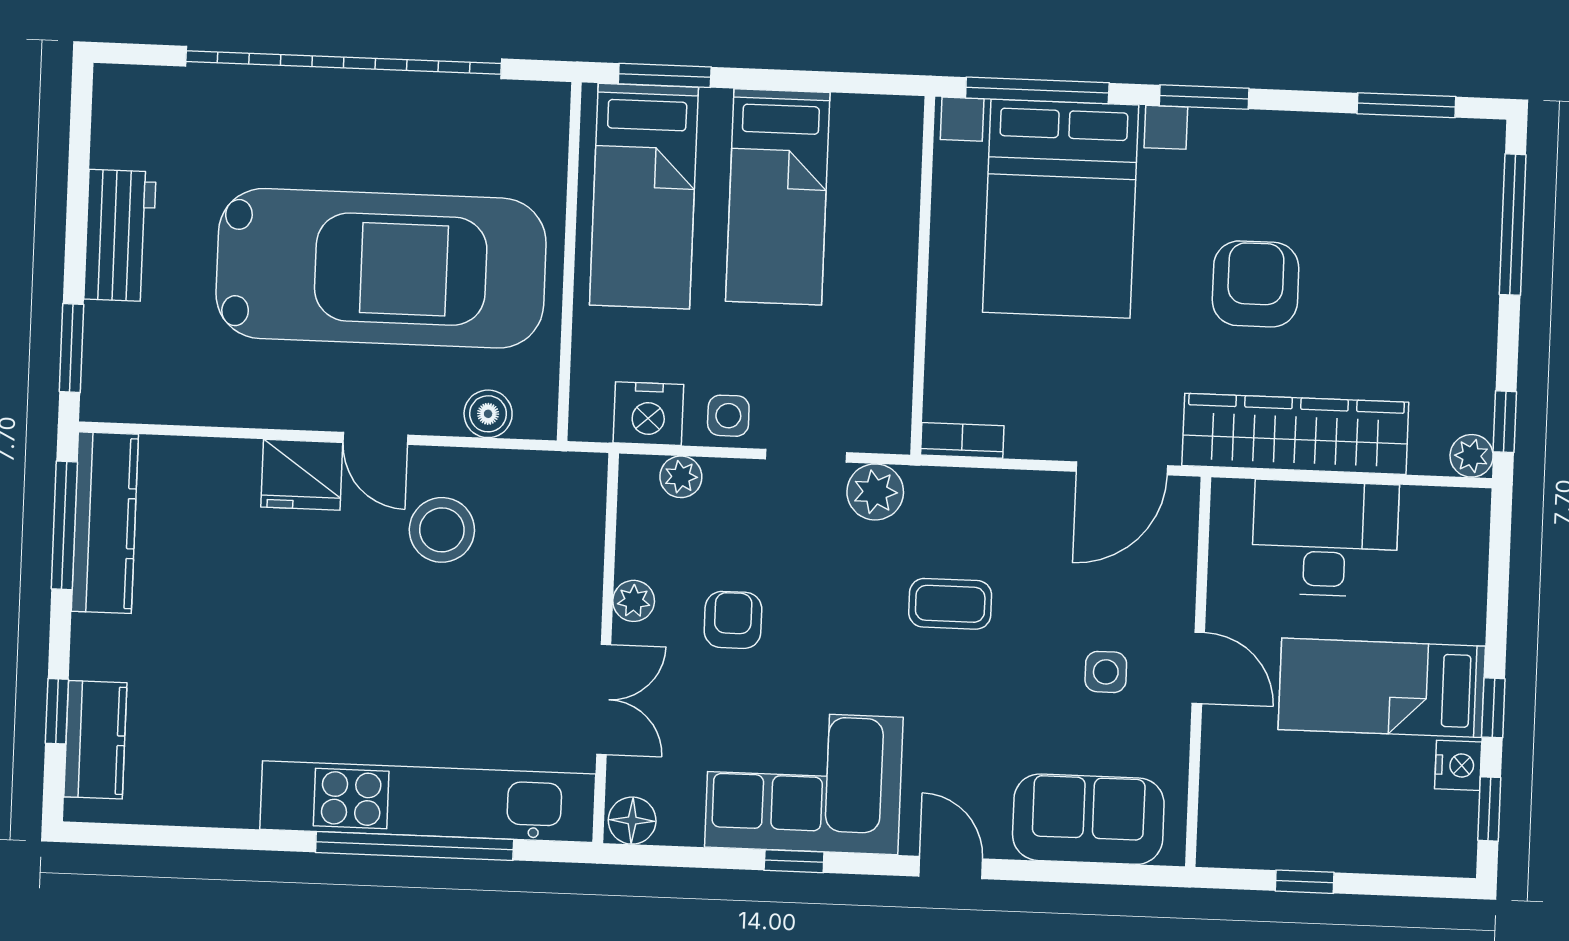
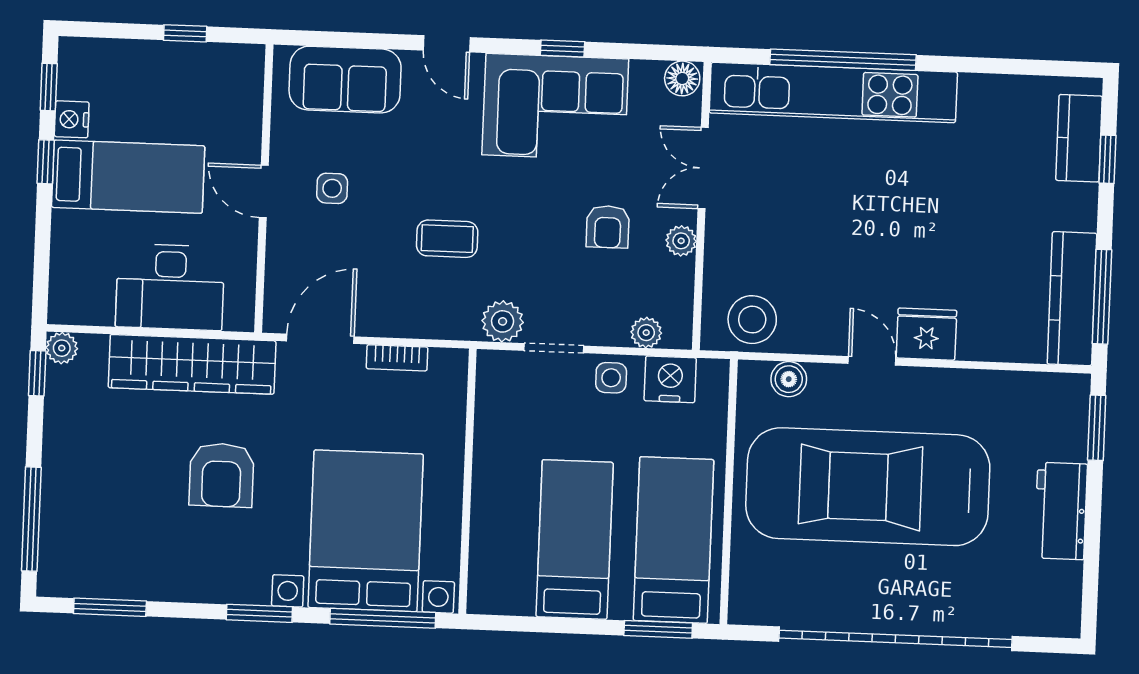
bookcase: (962, 440) -> (397, 358), moved
stool: (442, 530) -> (752, 320), moved

